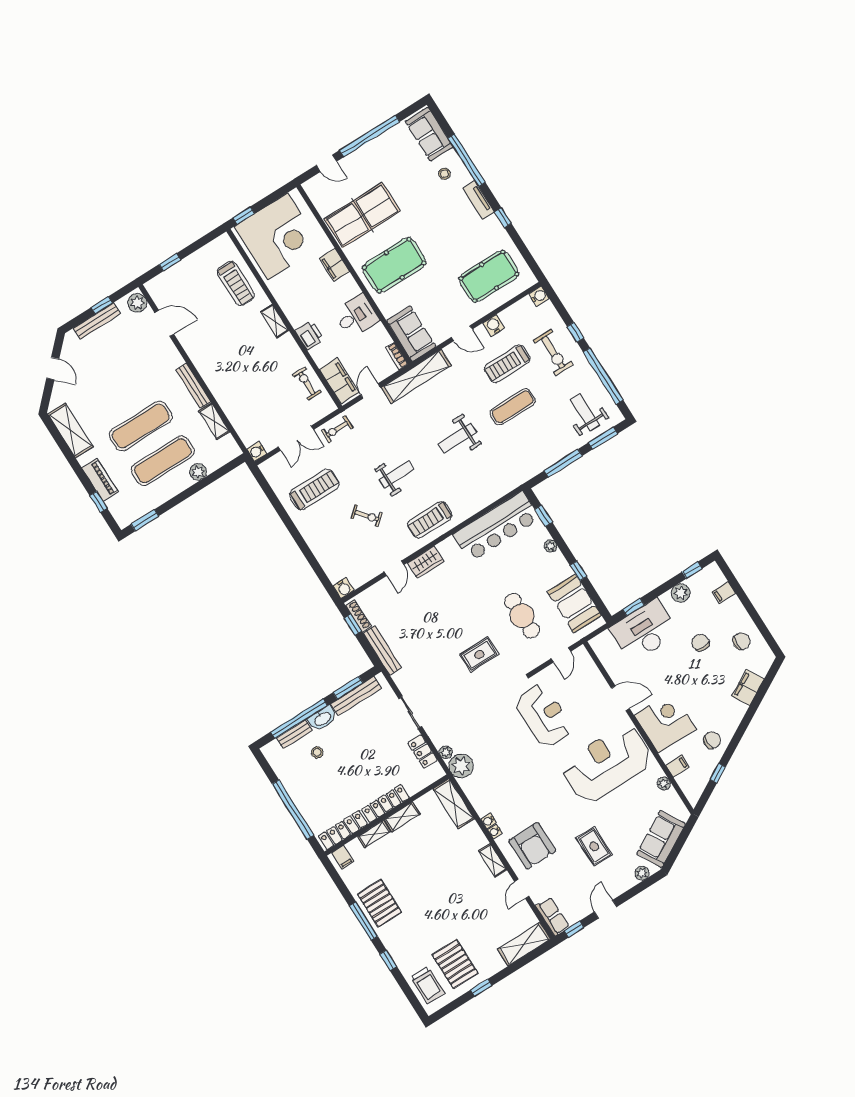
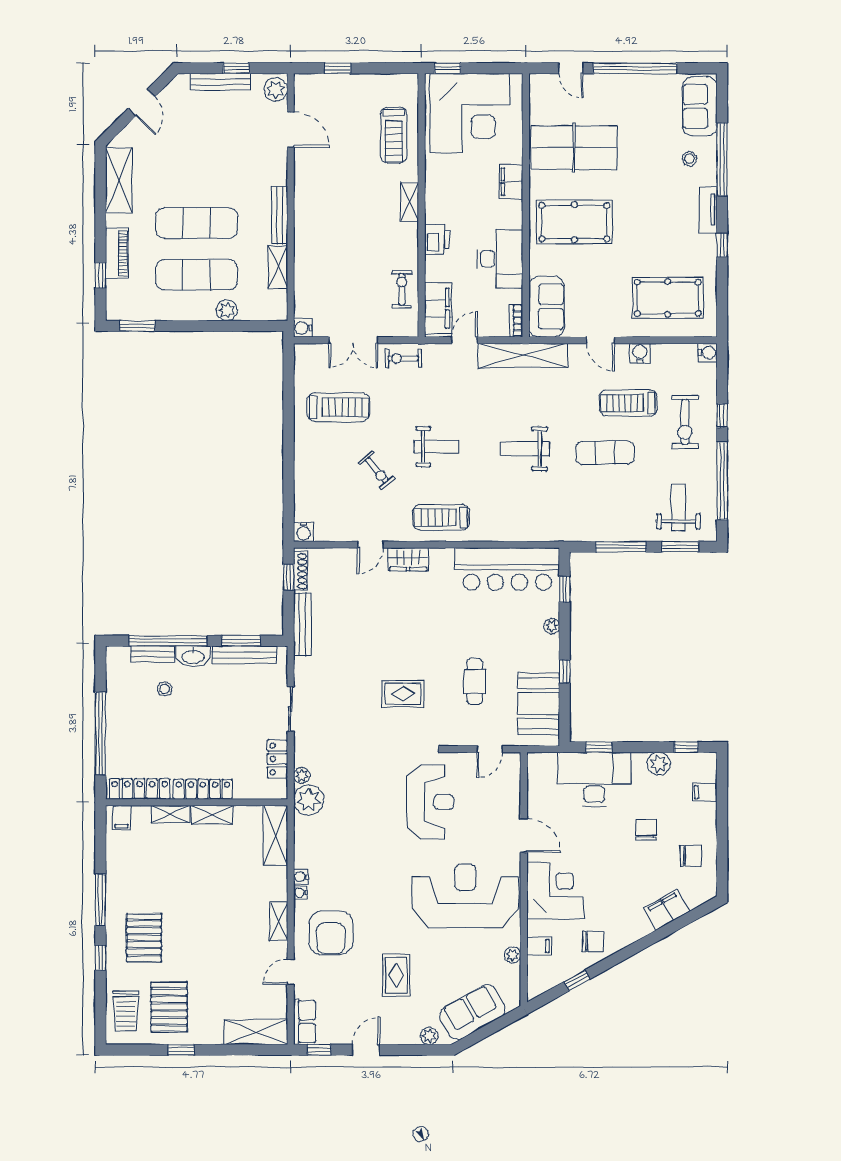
desk: (356, 316) -> (500, 259), width x1.37
cafe table: (522, 616) -> (475, 681), width x0.73, depth x0.74
pallet: (380, 903) -> (144, 938), moved

